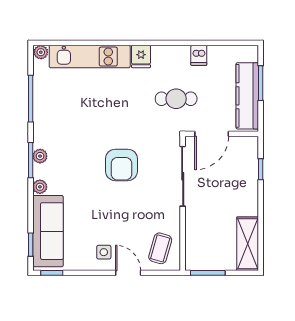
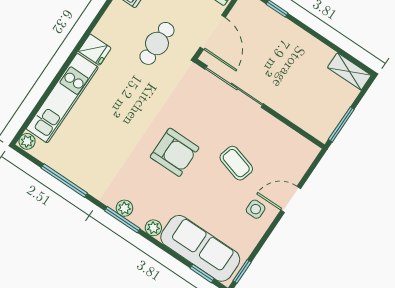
armchair: (121, 165) -> (175, 152), moved
shelving: (248, 244) -> (349, 71), width x0.67, depth x0.75
coffee table: (160, 248) -> (236, 163), moved

